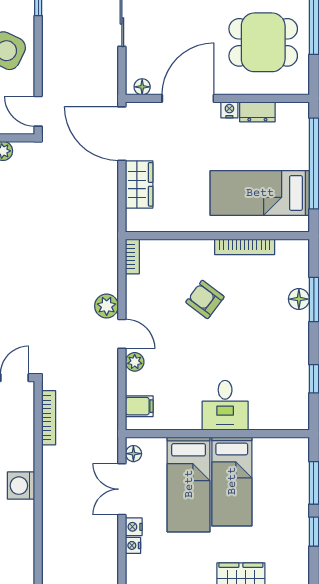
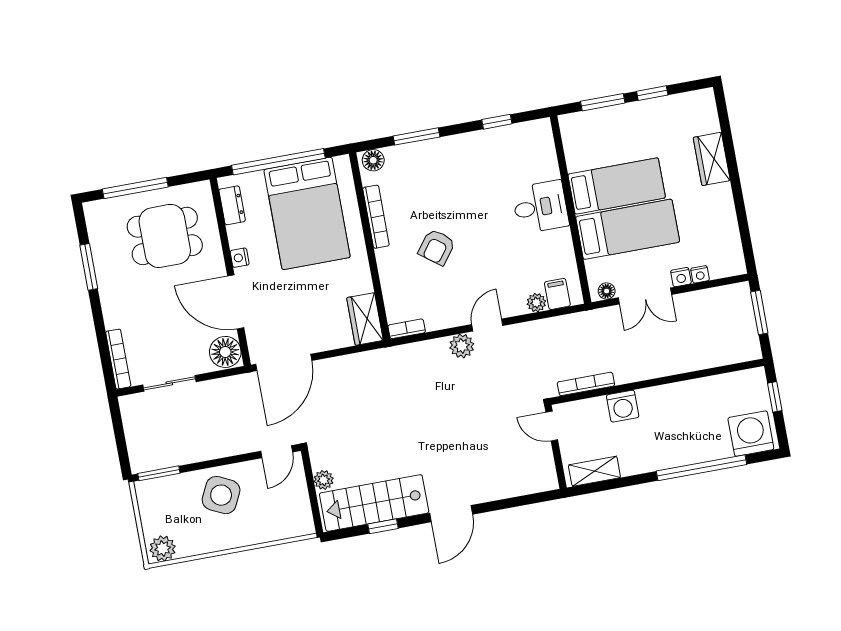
dining table: (263, 42) -> (165, 236), turned 90
floor lamp: (142, 87) -> (225, 352), width x1.89, depth x1.89
dresser: (257, 112) -> (232, 205), moved
wardrobe: (139, 184) -> (365, 319), moved, turned -90
bed: (260, 193) -> (307, 213), width x1.50
floor lamp: (299, 299) -> (373, 160), moved
plant: (135, 362) -> (536, 303), moved
washing machine: (21, 486) -> (623, 406), moved

